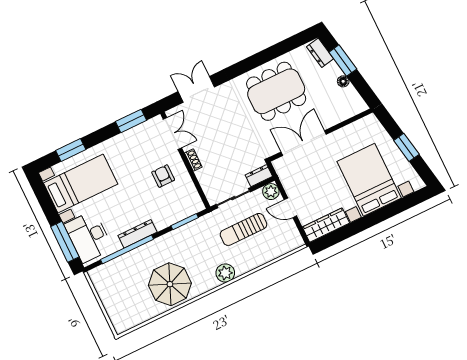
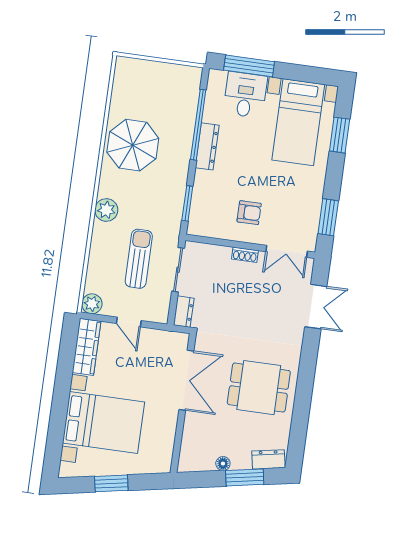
dining table: (276, 91) -> (259, 388), width x0.73
plant: (271, 192) -> (92, 304), moved
door: (290, 208) -> (129, 322), swing flipped
desk: (89, 237) -> (245, 95), width x0.73

